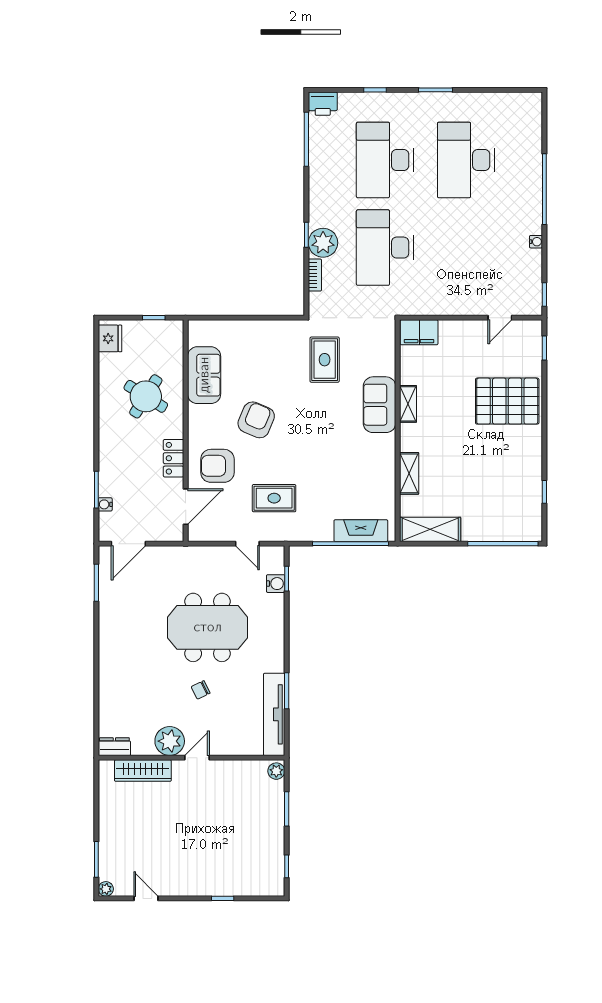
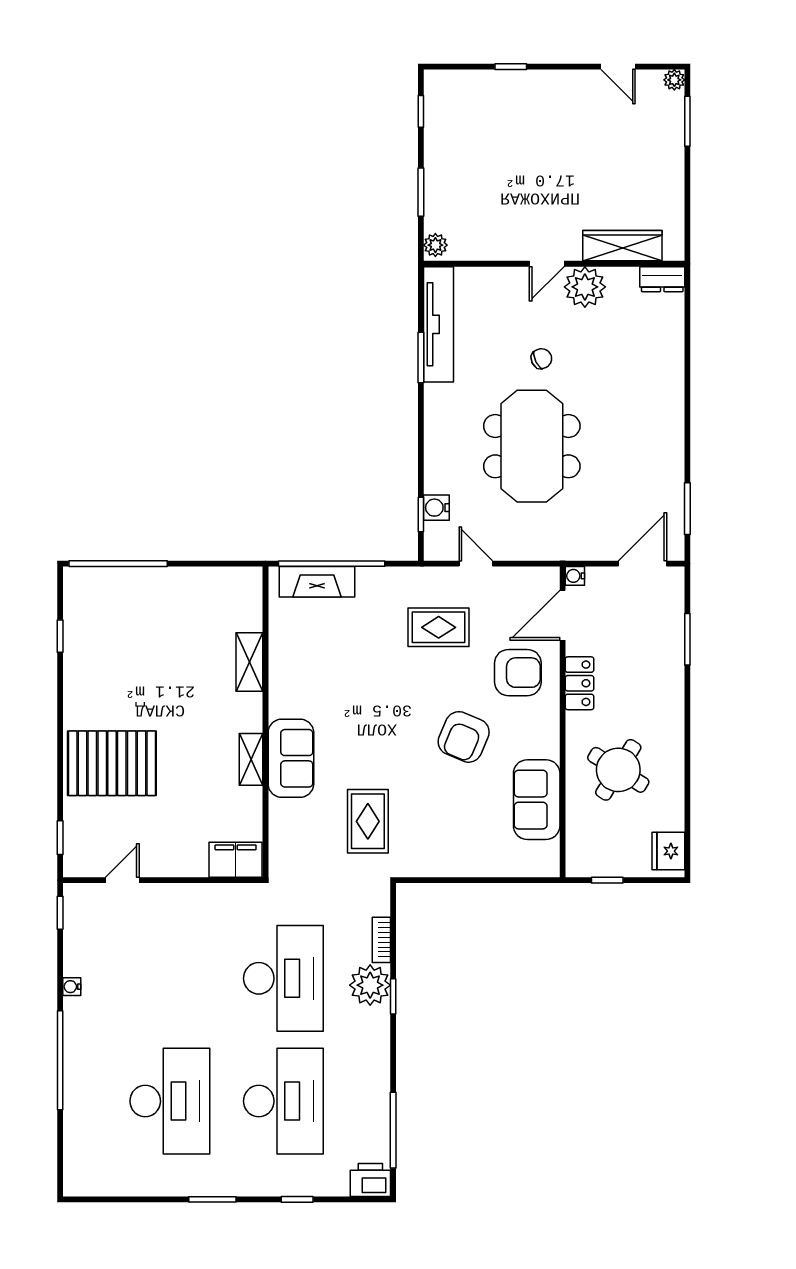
water cooler: (105, 504) -> (575, 576), moved, turned 180
shelving: (430, 529) -> (220, 583), removed
meeting table: (208, 627) -> (532, 446), turned 90

